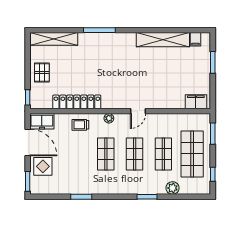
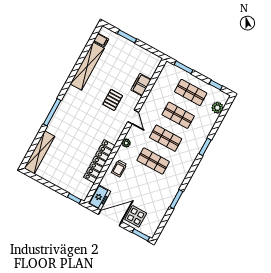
pallet: (42, 73) -> (113, 100), moved, turned 90
filing cabinet: (196, 102) -> (141, 85), moved
shop shelf: (192, 154) -> (191, 92), width x0.70, depth x0.74
plant: (173, 188) -> (217, 108), moved

